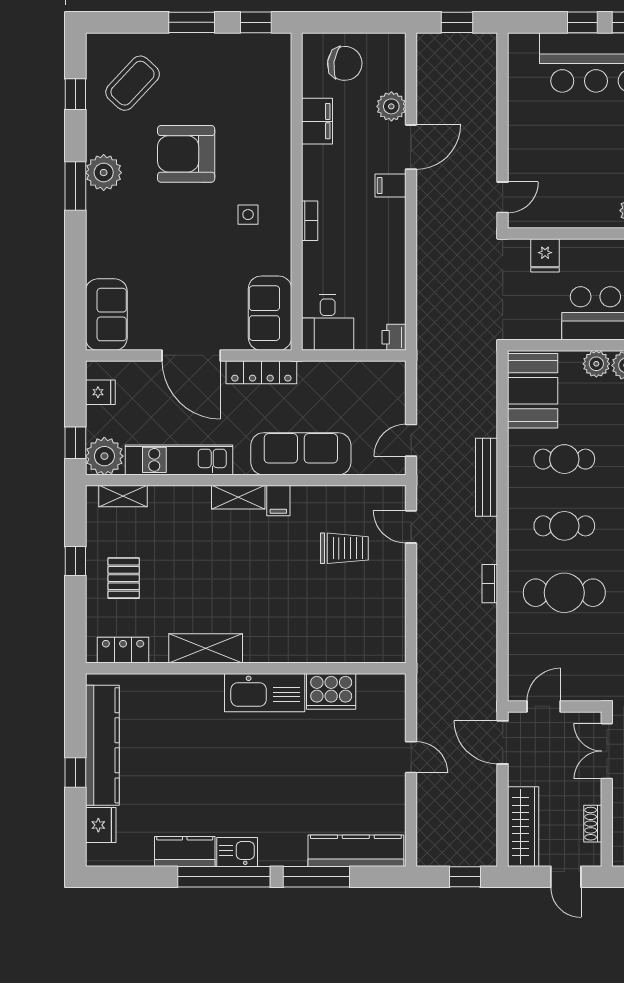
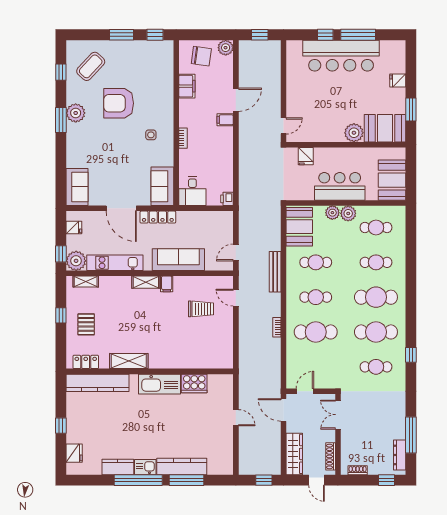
plant: (391, 106) -> (226, 48), moved
kitchen counter: (102, 745) -> (98, 383), moved, turned 90
shoe rack: (593, 824) -> (331, 456), width x1.43
kitchen counter: (356, 851) -> (182, 466), moved

